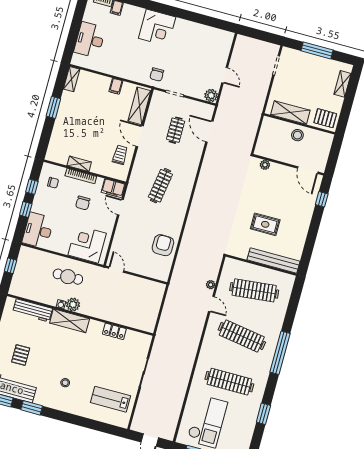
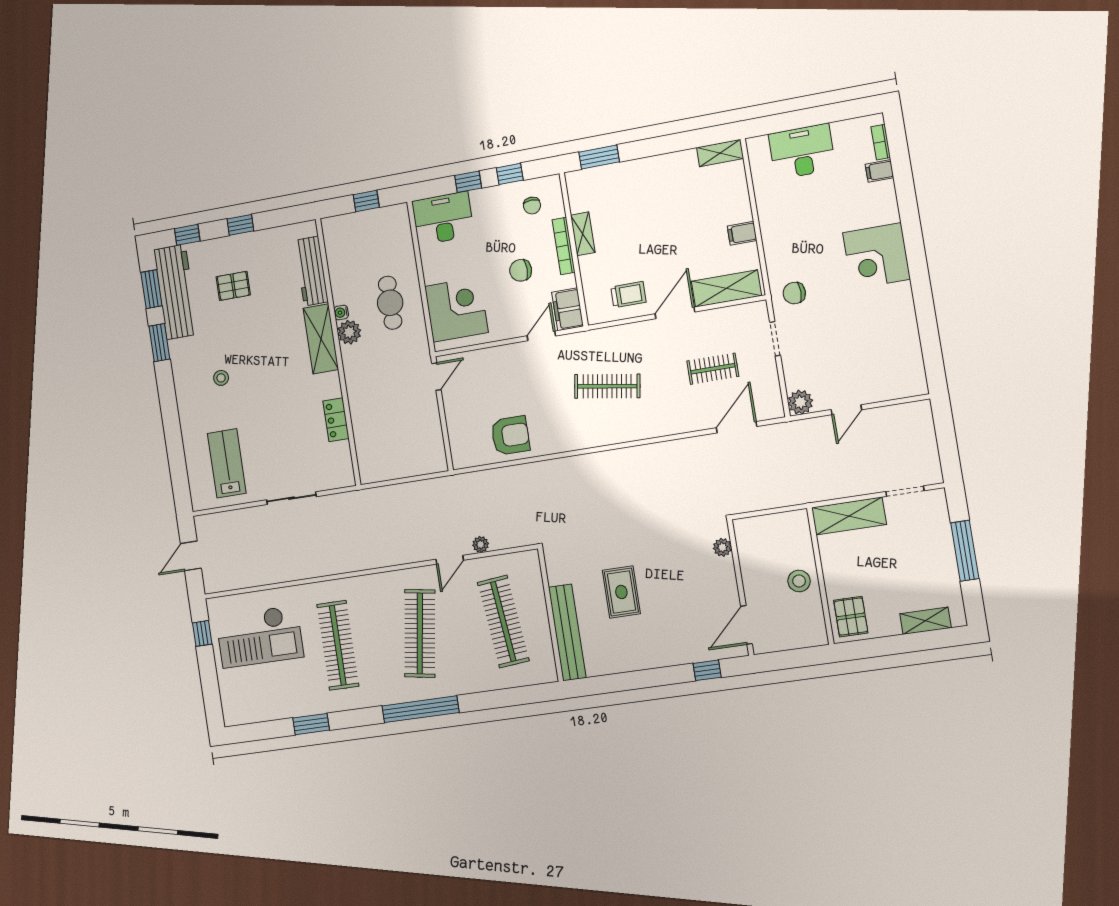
window: (53, 107) -> (599, 157), moved
shelving: (290, 113) -> (849, 516), moved, turned 90

